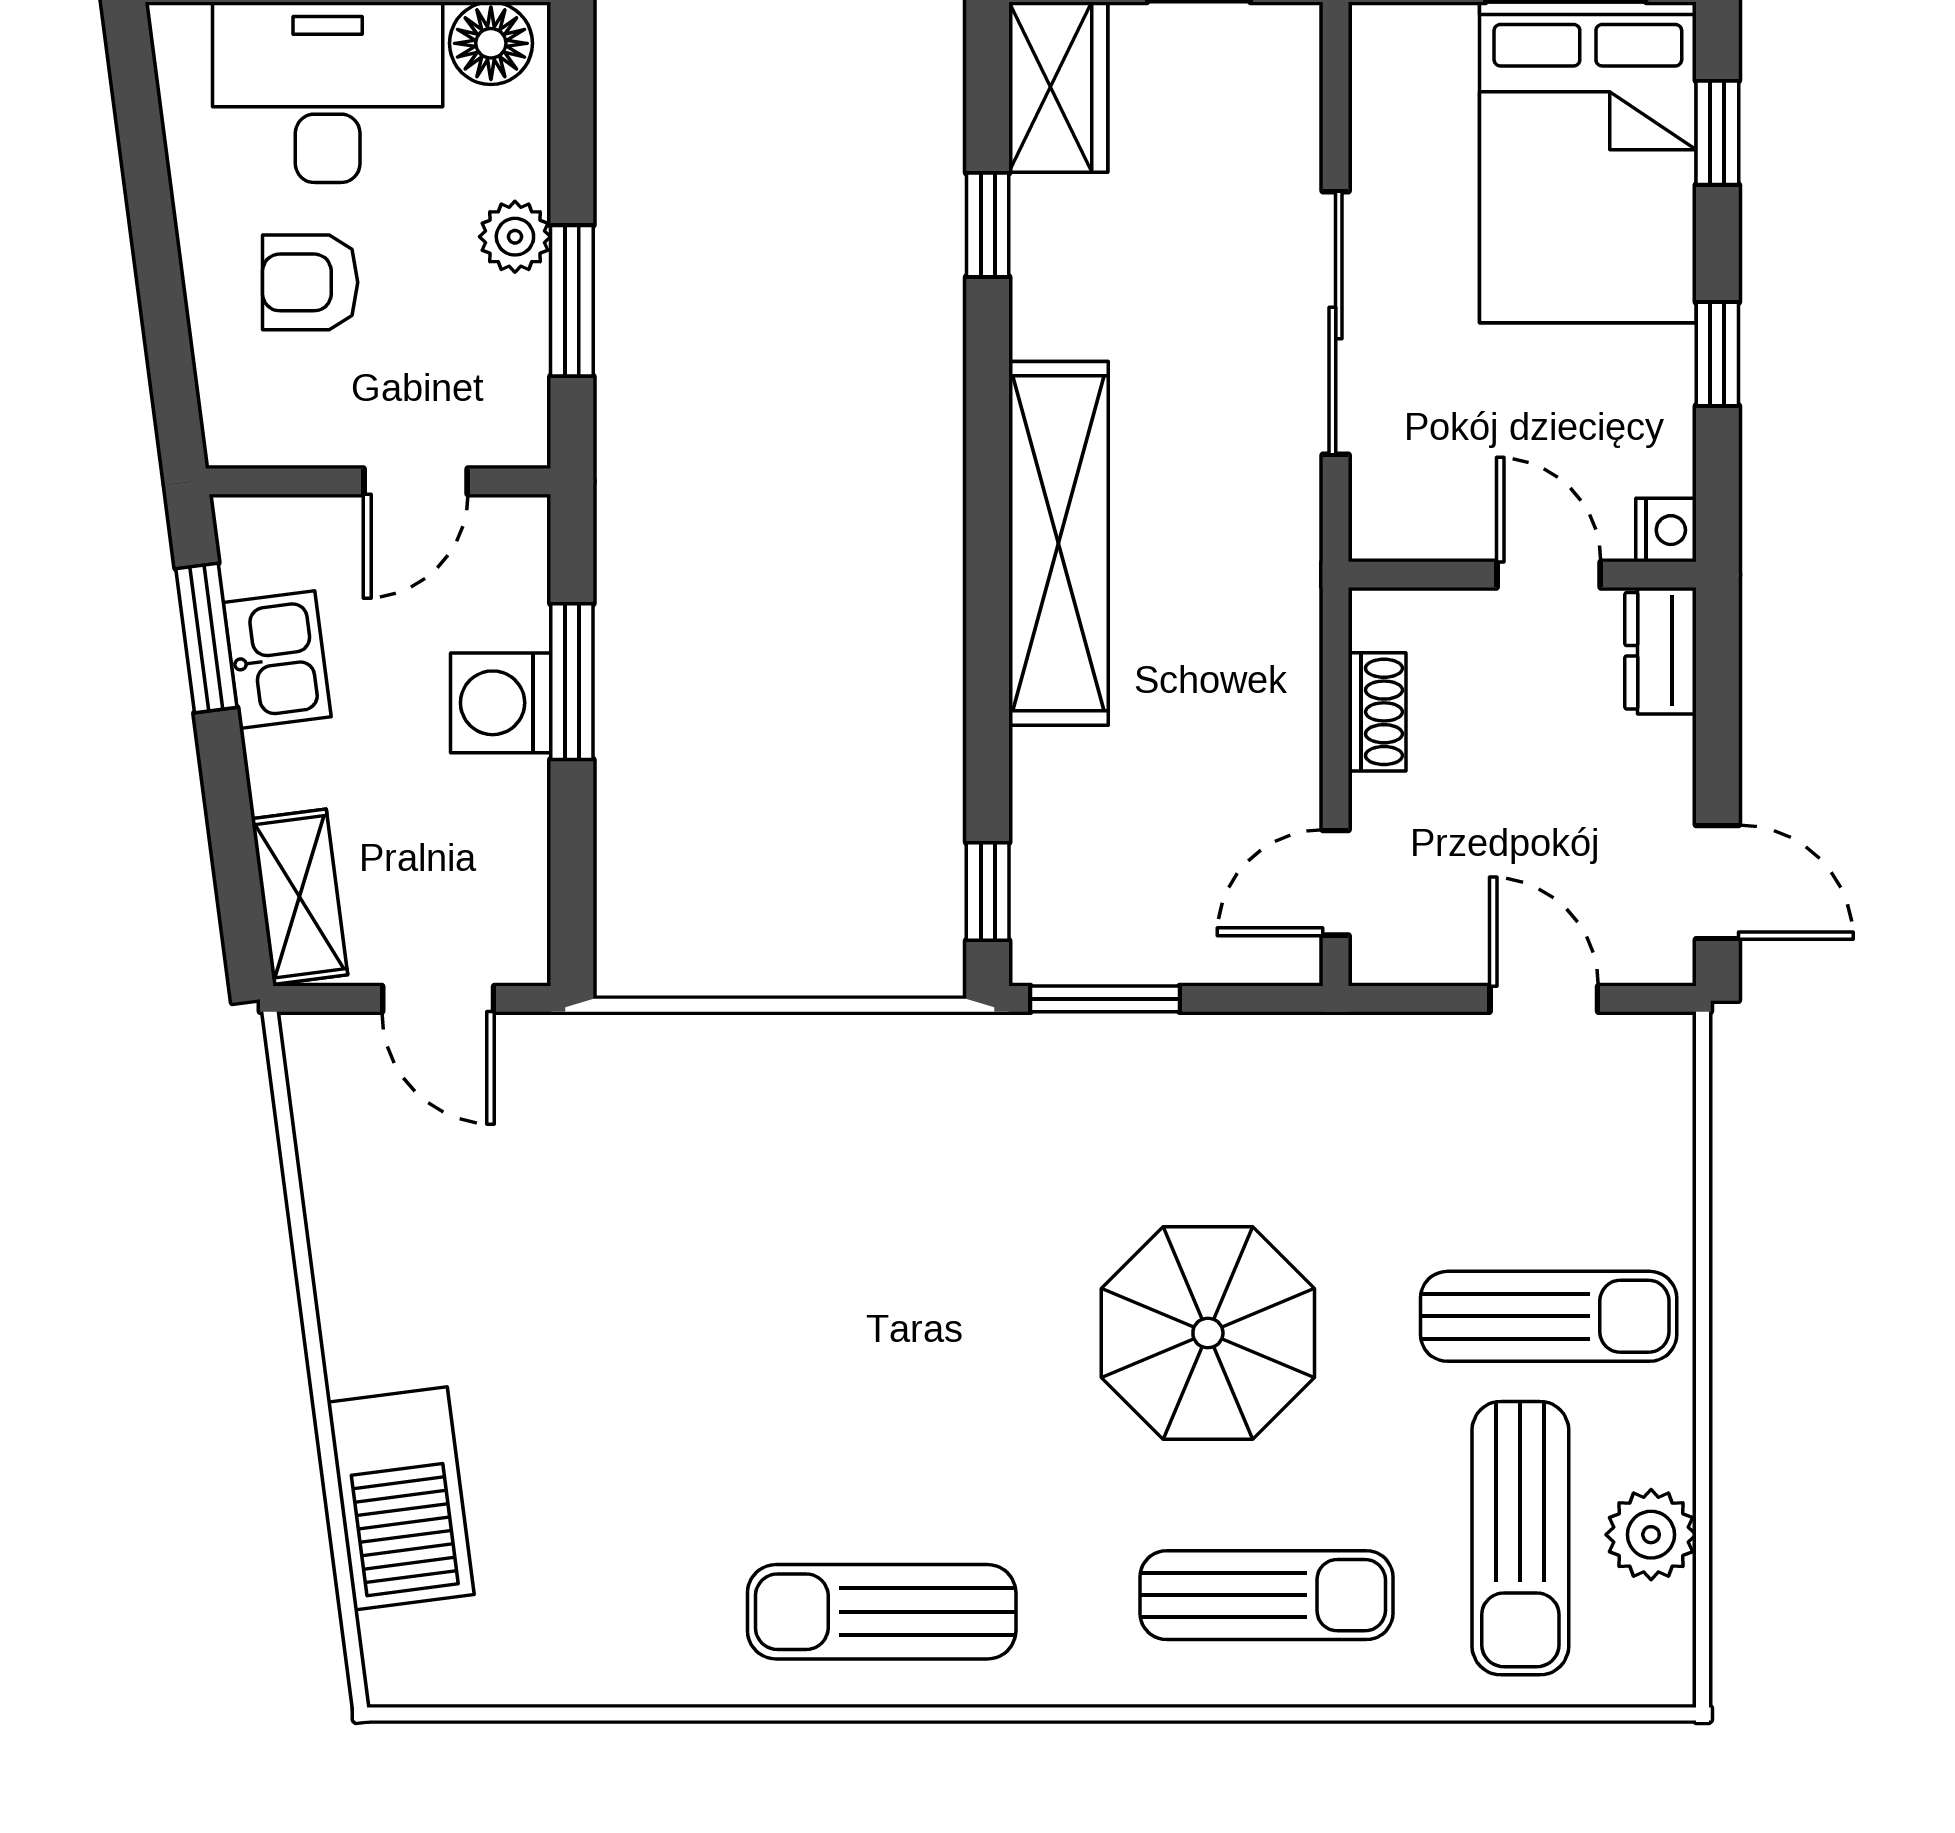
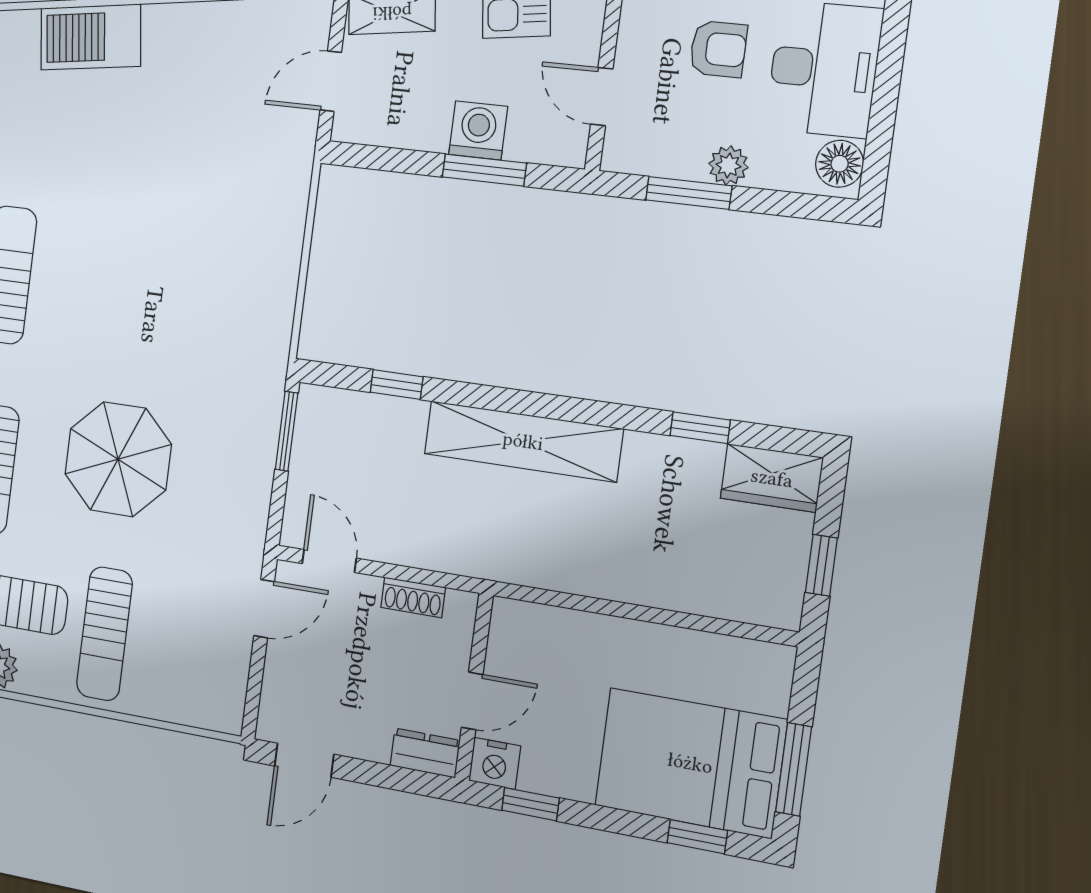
armchair: (310, 282) -> (718, 49), turned 90
sliding door: (1336, 323) -> (621, 610), removed
window: (1717, 354) -> (530, 804), moved
nightstand: (1666, 530) -> (495, 763), width x1.39, depth x1.35
window: (988, 892) -> (397, 384), moved
door: (1544, 999) -> (264, 609), moved

